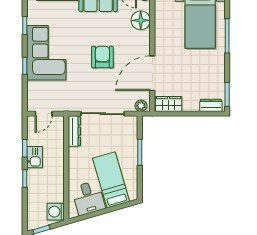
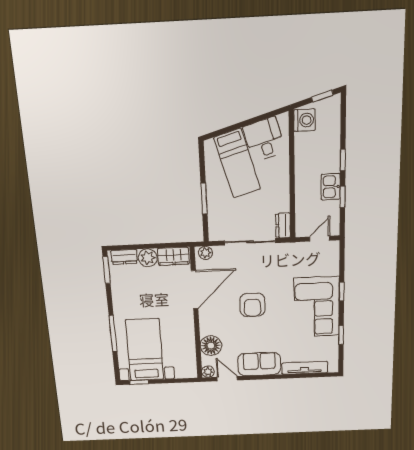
plant: (191, 104) -> (148, 258), added
dresser: (74, 131) -> (283, 225), width x0.70

